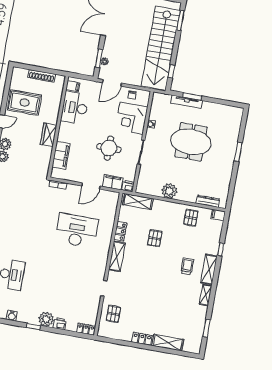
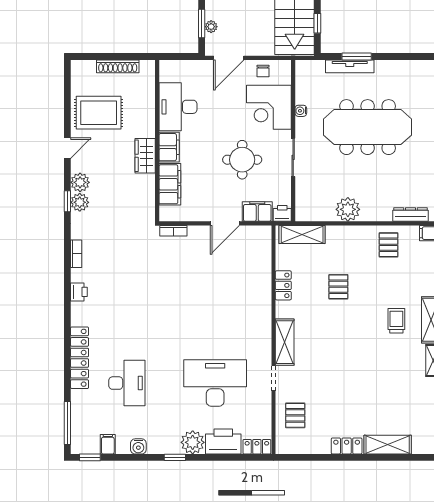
filing cabinet: (73, 86) -> (169, 147), moved, width x2.00
meeting table: (191, 142) -> (368, 127), width x1.36
desk: (77, 230) -> (215, 383), moved
shelving: (117, 256) -> (285, 342), moved
printer: (60, 324) -> (223, 441), width x1.87, depth x1.48

